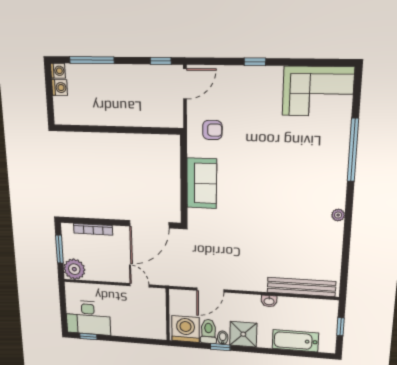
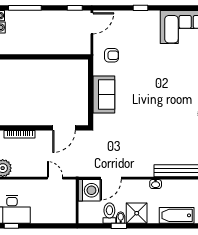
door: (149, 224) -> (64, 128), width x0.73
washing machine: (186, 329) -> (89, 190), moved, turned 90

